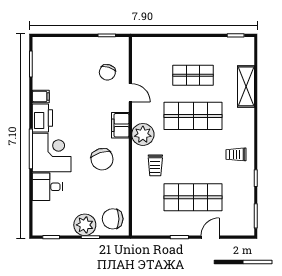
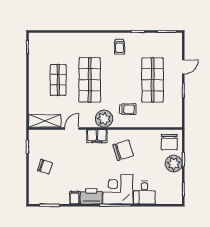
chair: (107, 72) -> (45, 167), moved
shelving: (246, 86) -> (45, 121), moved
door: (210, 237) -> (183, 67), swing flipped

